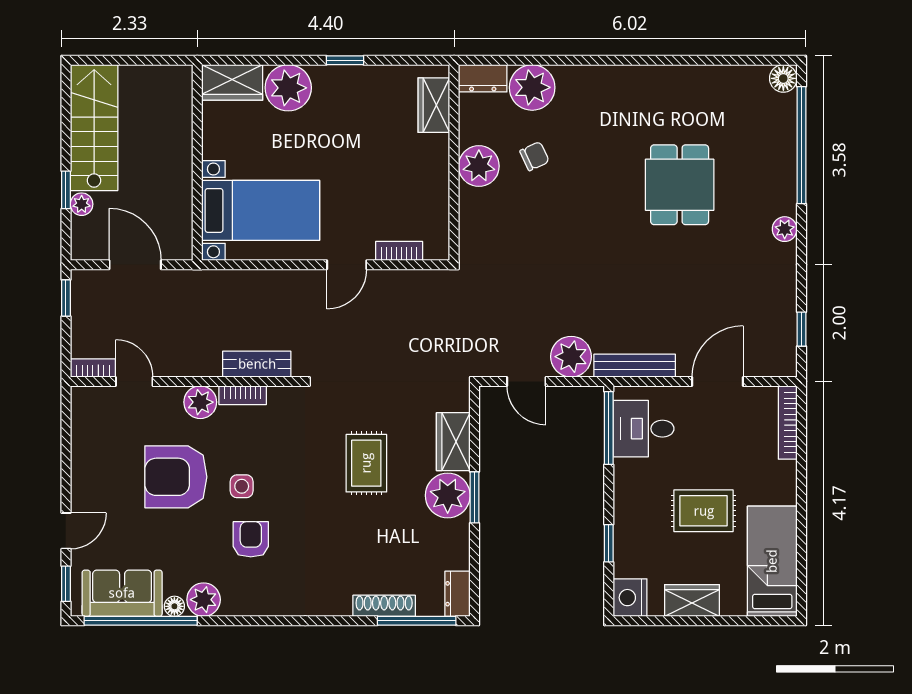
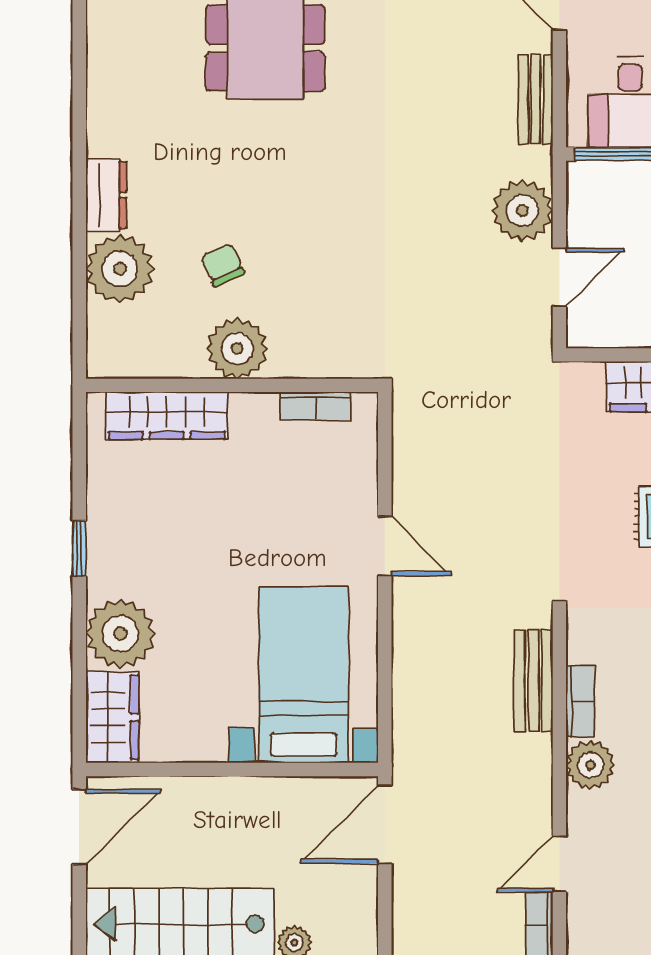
door: (159, 60) -> (79, 827), added
dresser: (483, 78) -> (106, 195), moved
wardrobe: (434, 105) -> (167, 416), width x1.50
bookcase: (399, 251) -> (315, 406), moved, turned -90
door: (135, 265) -> (385, 824), moved
bench: (635, 366) -> (536, 99), width x0.73

